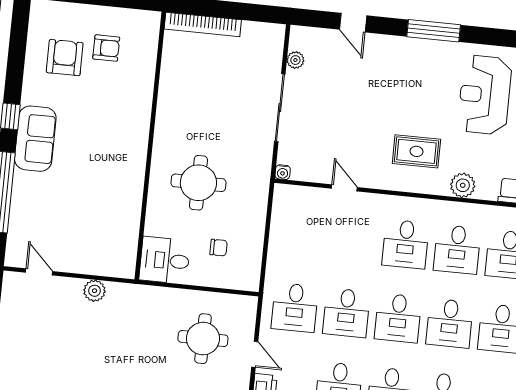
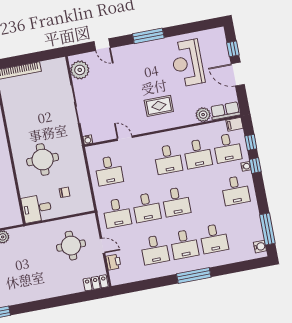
plant: (295, 60) -> (80, 70), width x1.87, depth x1.87
plant: (463, 185) -> (203, 115), moved
desk: (450, 323) -> (109, 171), moved

